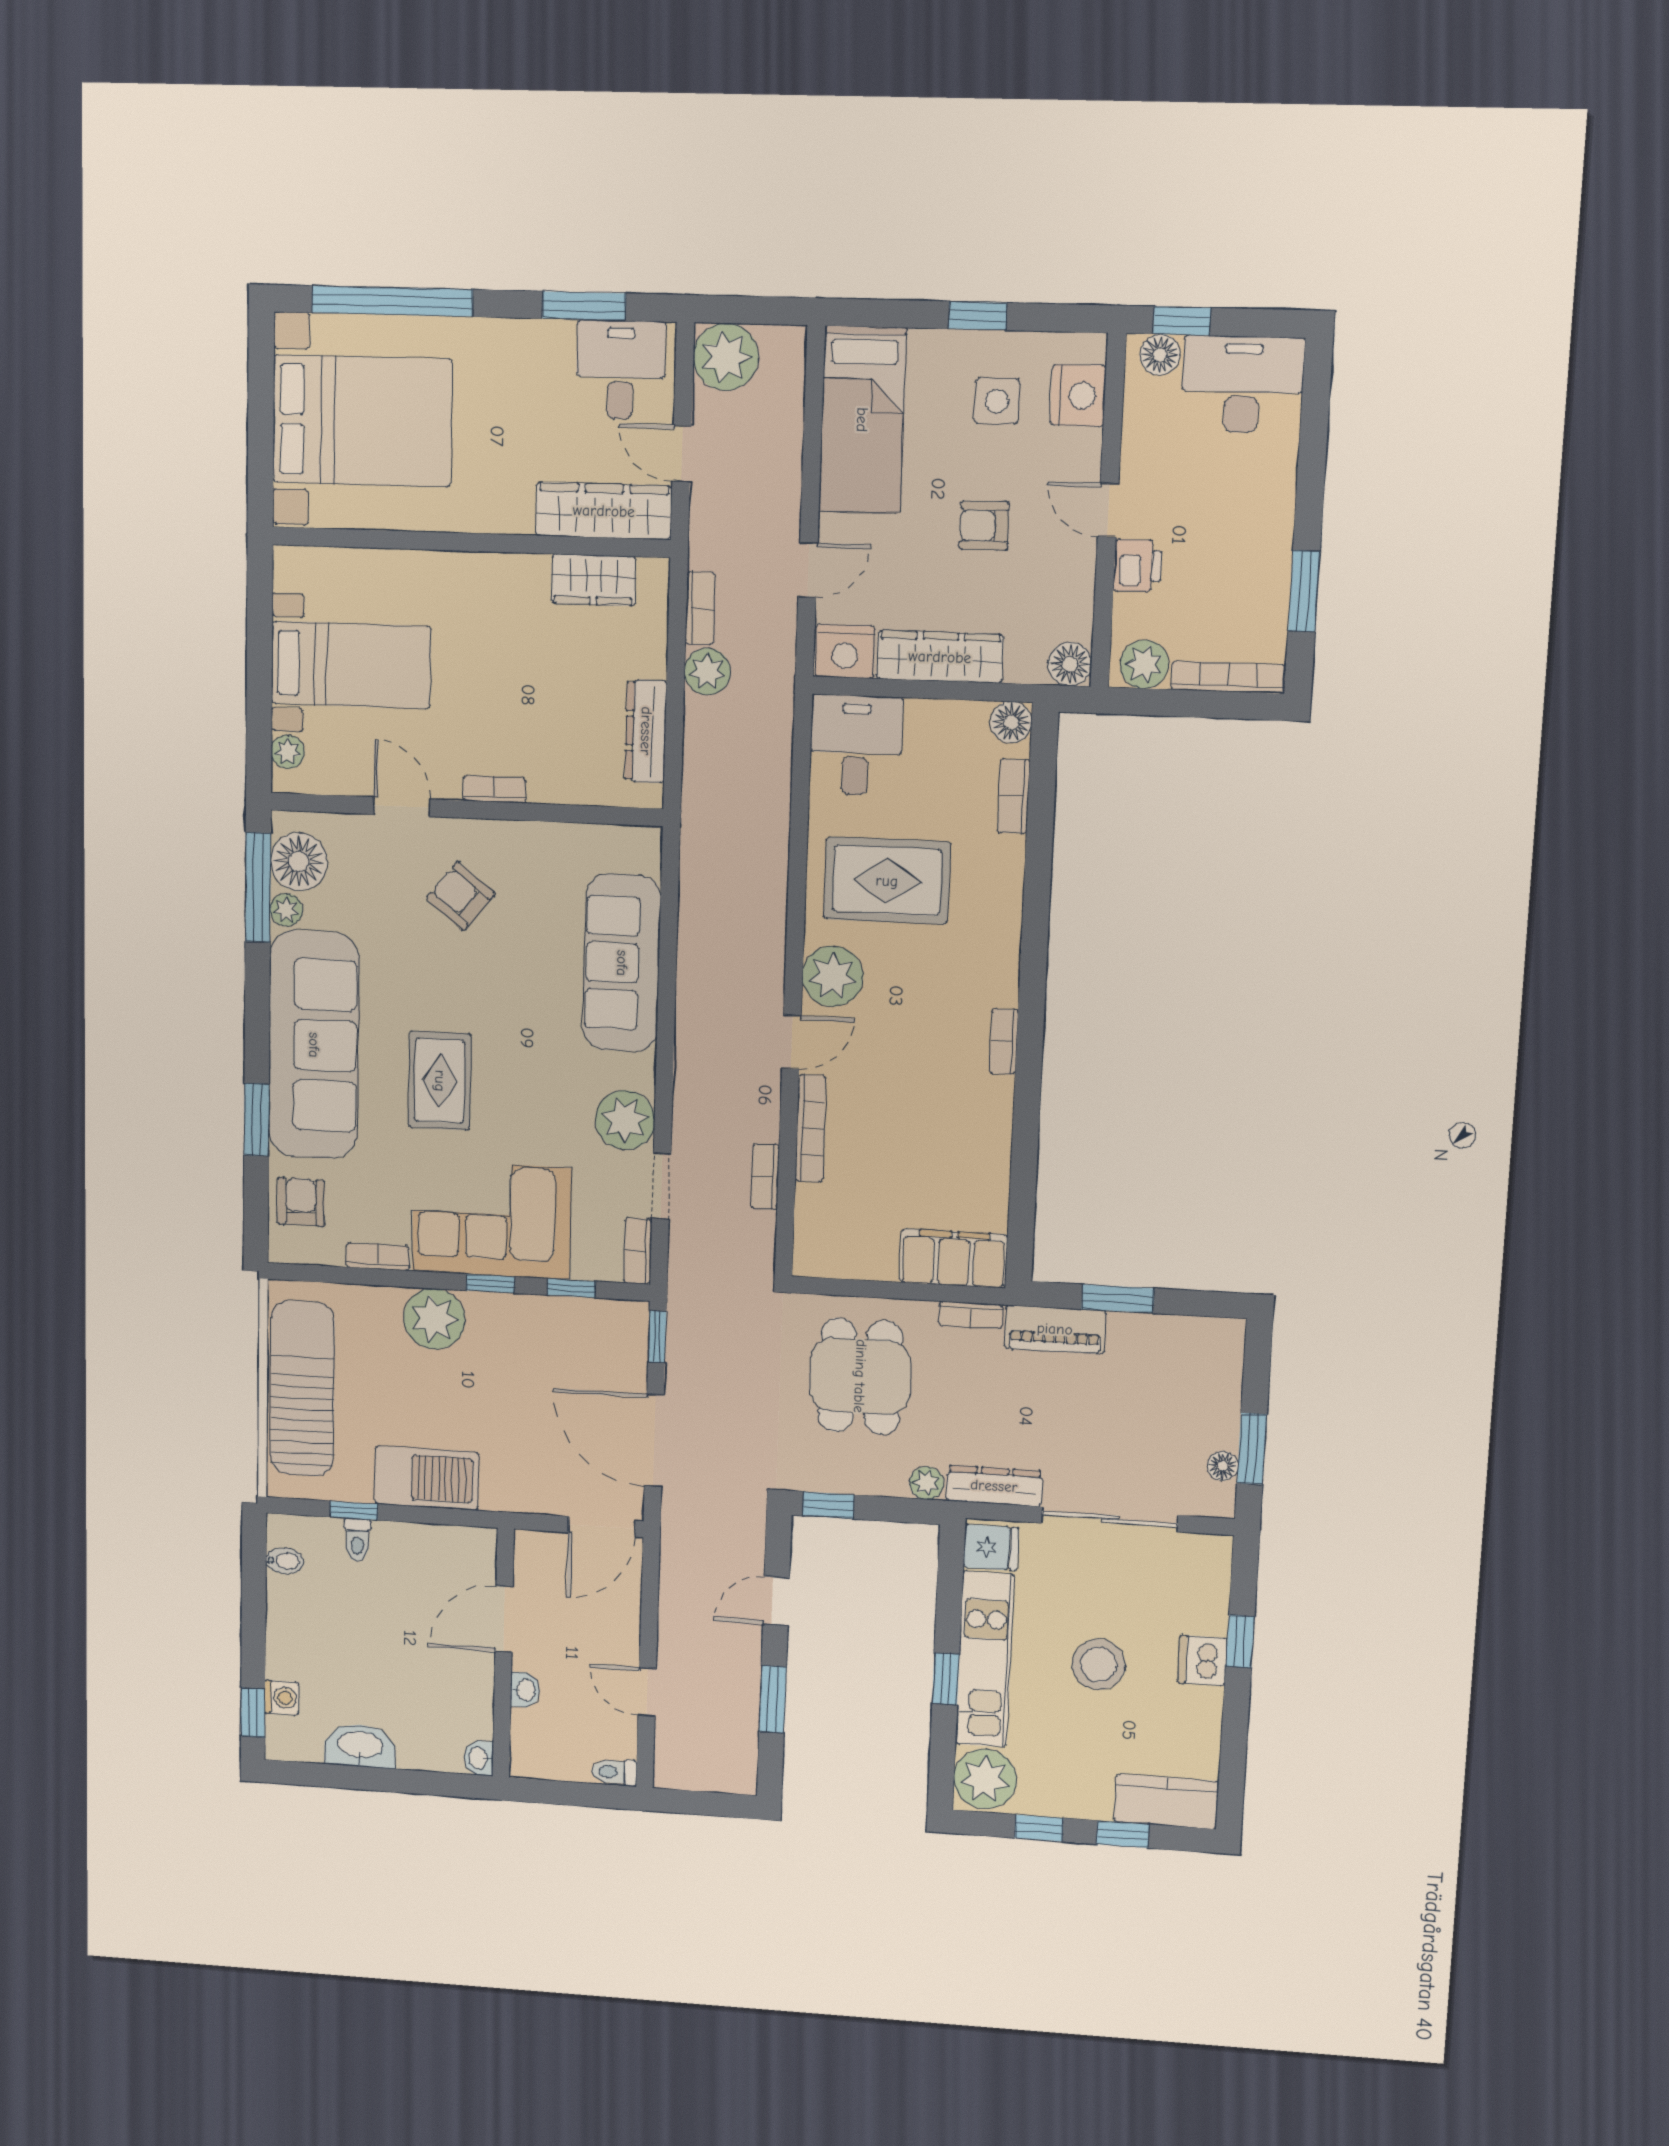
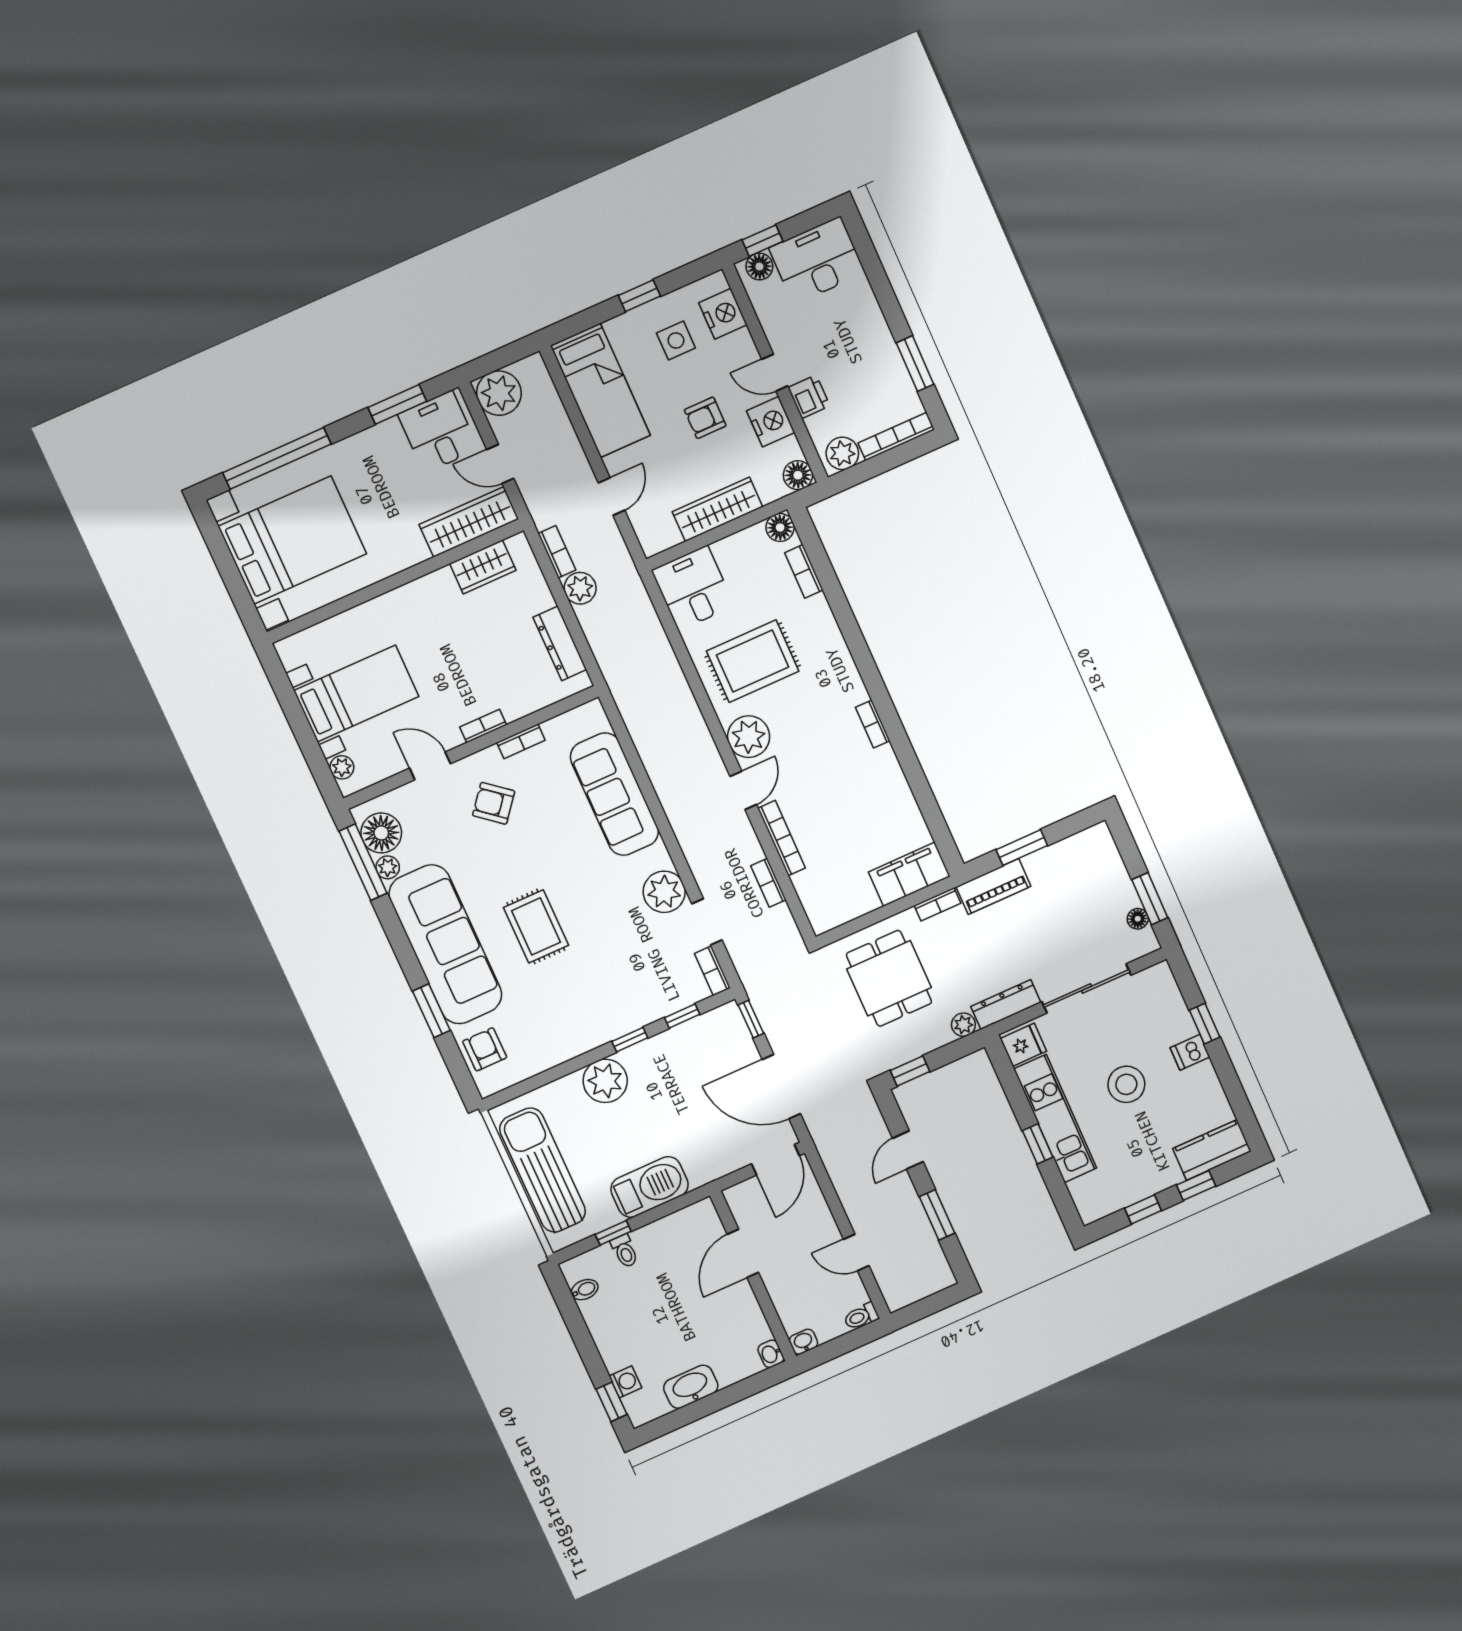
nightstand: (845, 651) -> (771, 422), moved, turned -90
corner sofa: (492, 1220) -> (611, 998), removed
bookcase: (378, 1257) -> (521, 741), moved, turned 180
dishwasher: (1203, 1661) -> (1190, 1052), width x0.73
washbasin: (525, 1690) -> (803, 1342), moved, turned -90
plant: (985, 1779) -> (1094, 1196), removed

